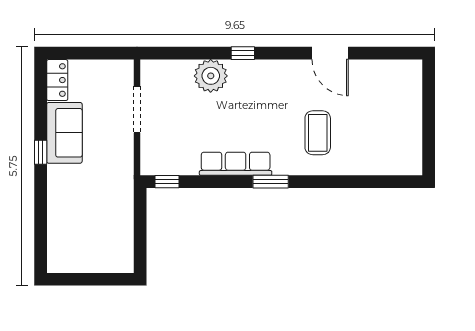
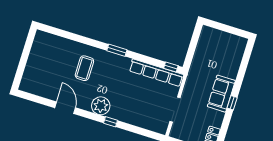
plant: (211, 76) -> (101, 106), moved
sofa: (64, 133) -> (221, 94), moved
row of seats: (236, 164) -> (156, 73), moved, width x1.36

